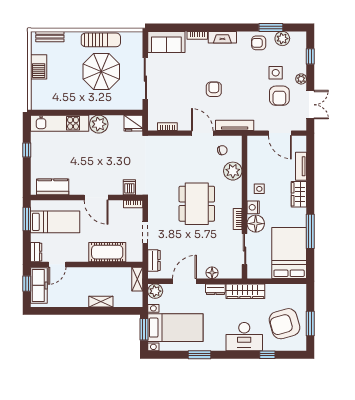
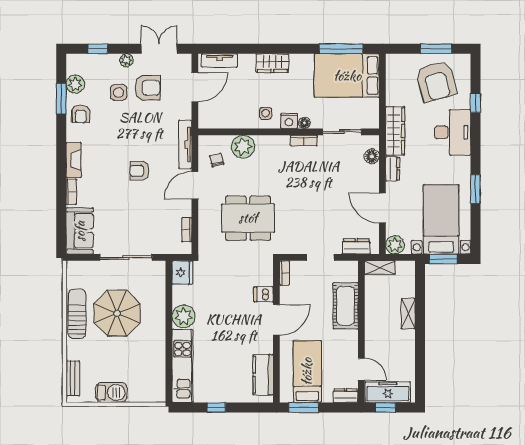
tv unit: (301, 166) -> (220, 60), moved
dishwasher: (129, 187) -> (263, 294), moved
dining table: (197, 204) -> (248, 218), moved
floor lamp: (256, 224) -> (304, 123), width x0.53, depth x0.53
window: (310, 231) -> (341, 49), moved
floor lamp: (212, 273) -> (372, 156), moved

